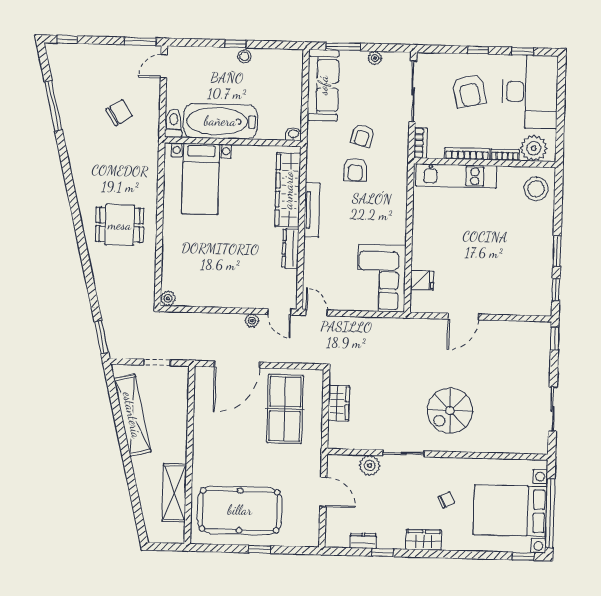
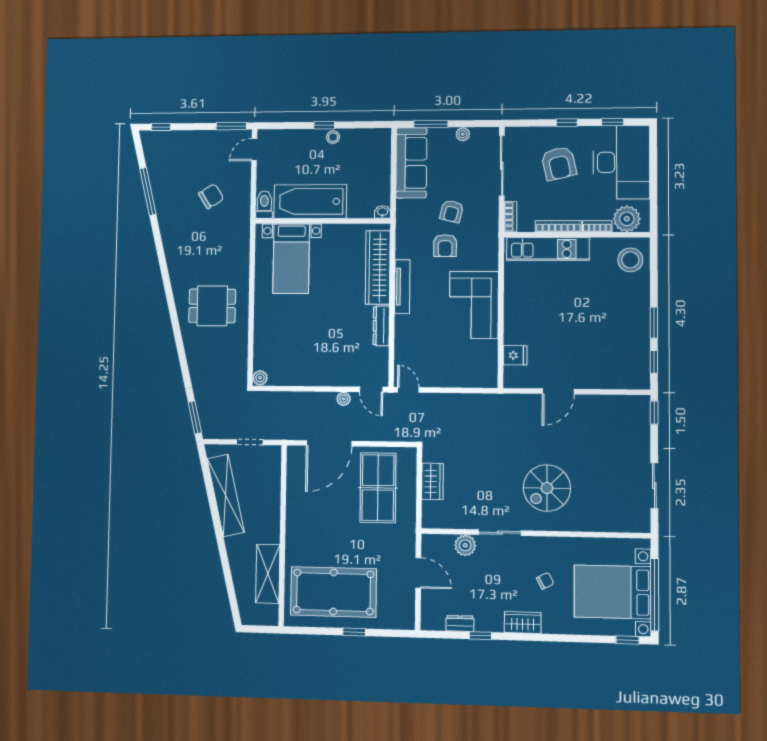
corner sofa: (381, 278) -> (474, 305), moved

